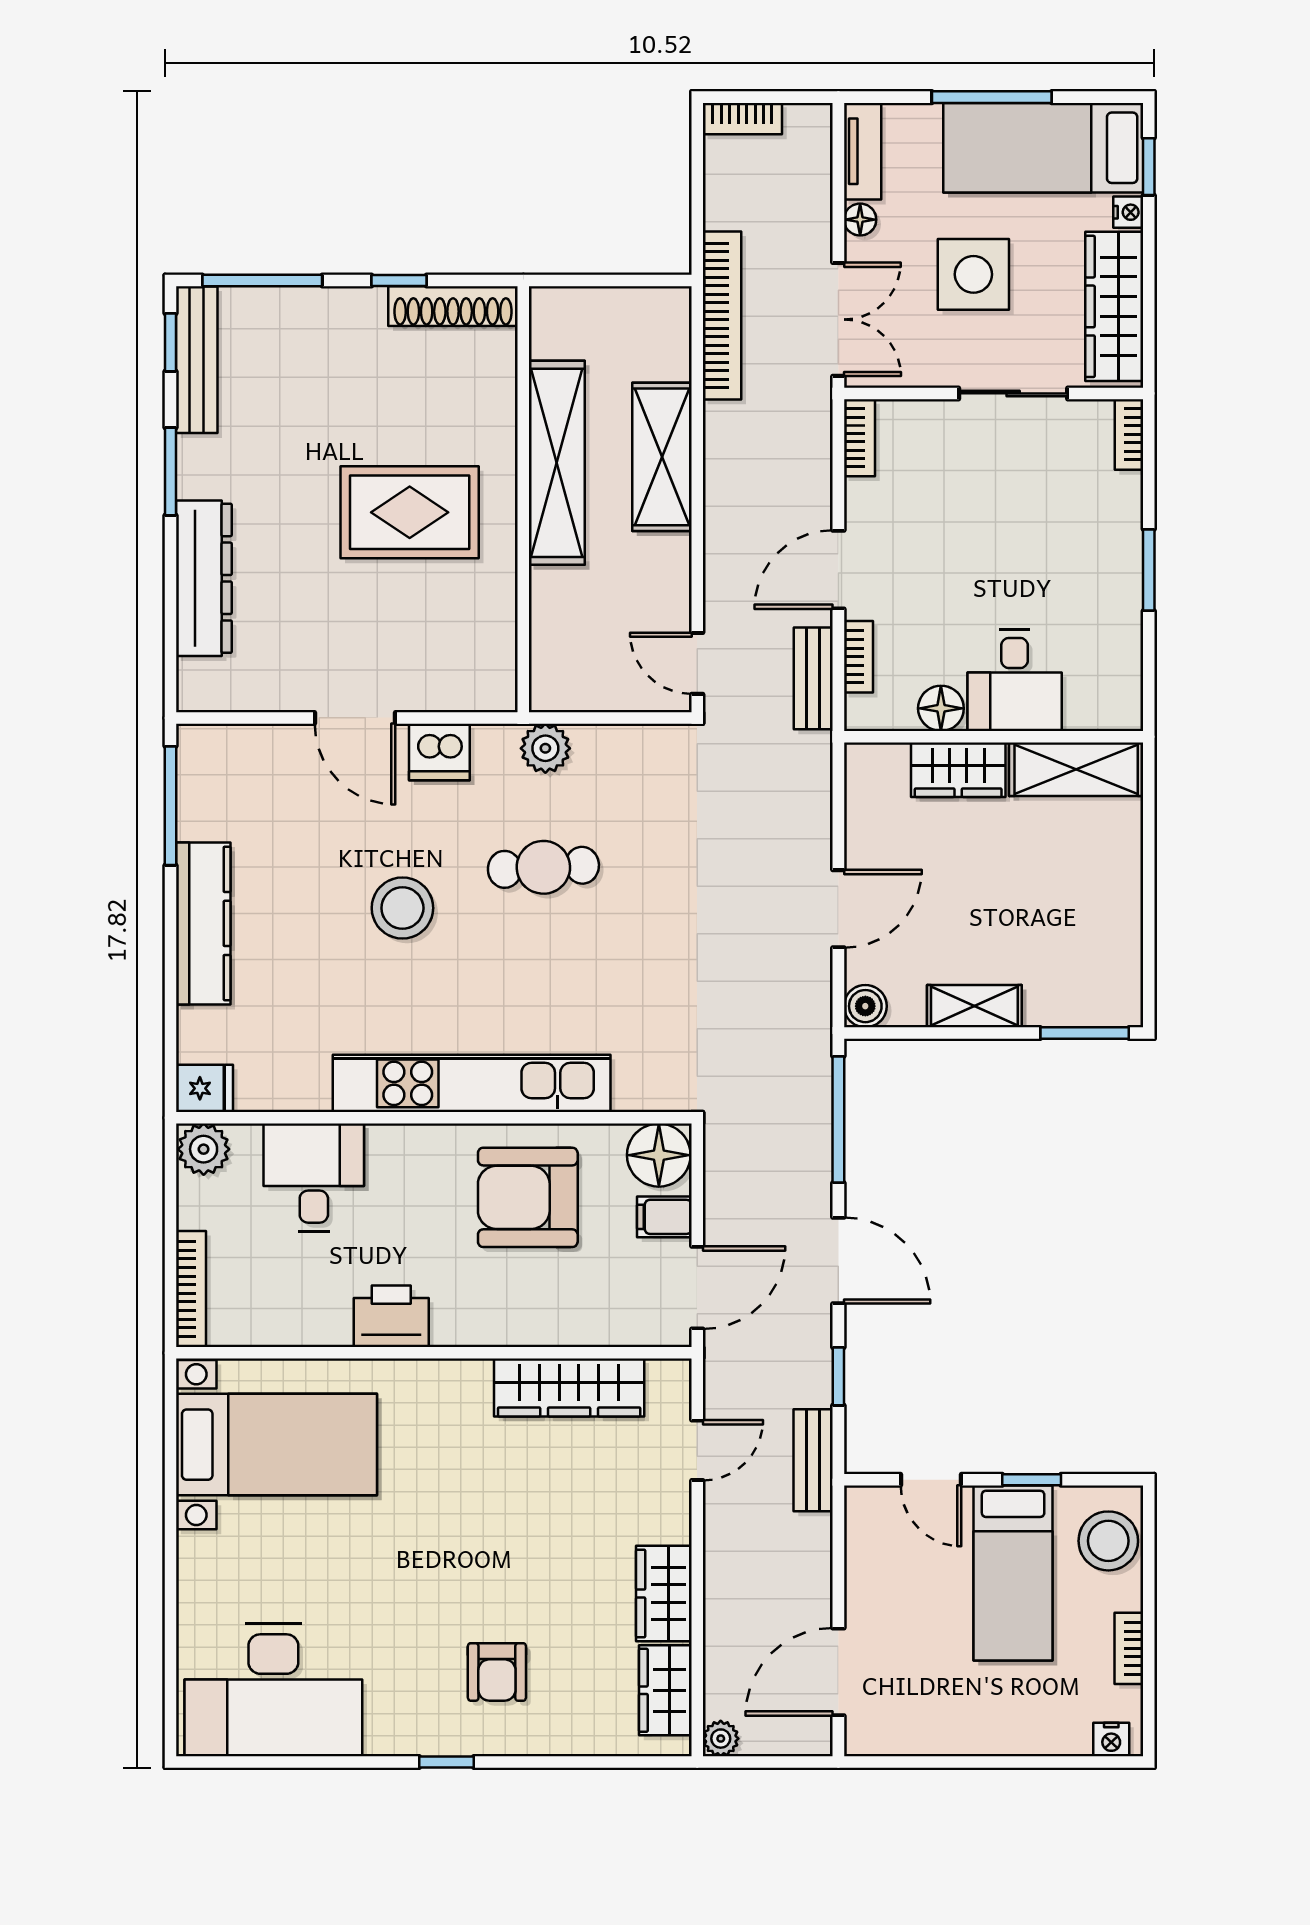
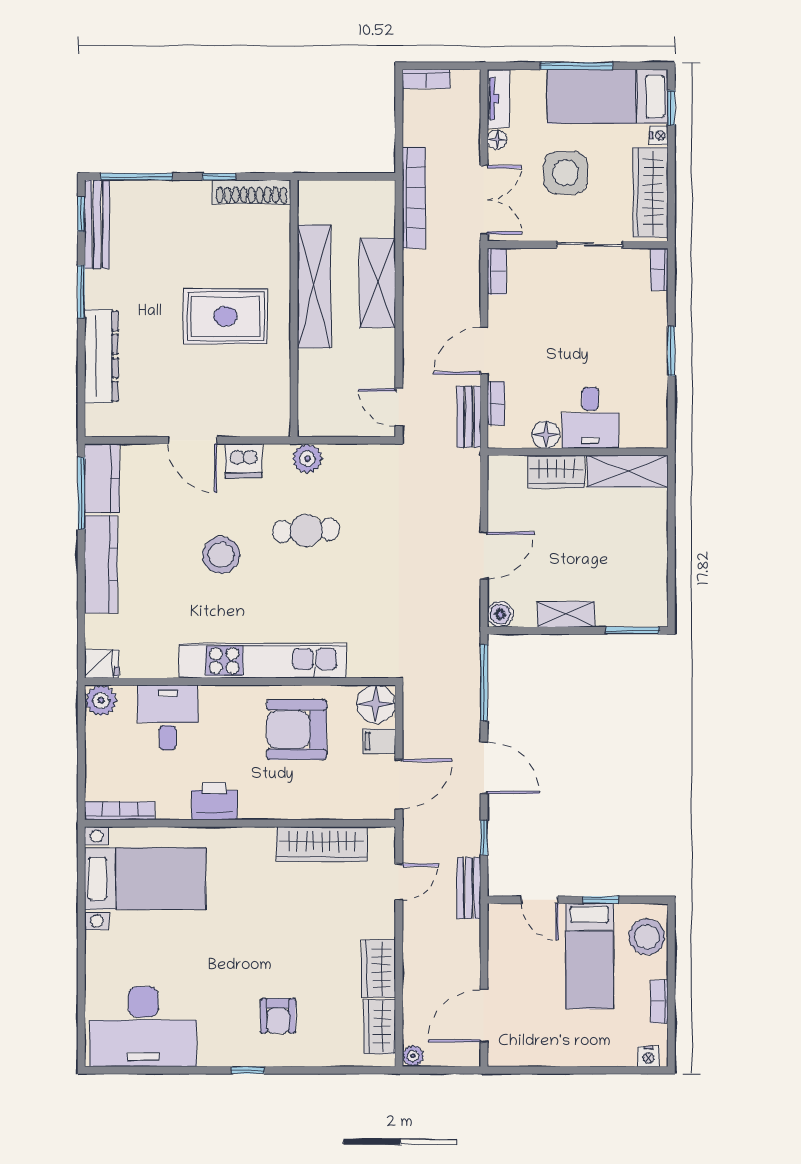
kitchen counter: (205, 781) -> (102, 478), added
bookcase: (191, 1289) -> (120, 811), moved, turned -90

